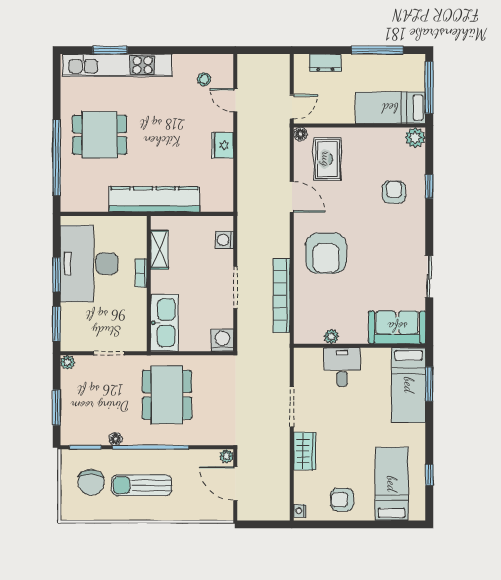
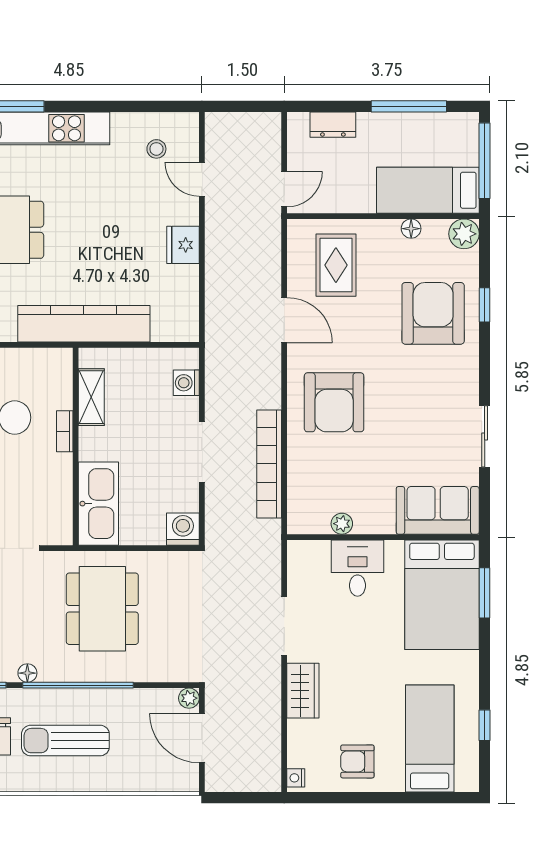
floor lamp: (300, 134) -> (411, 229), moved
armchair: (394, 192) -> (433, 313), width x1.88, depth x1.88
bed: (409, 385) -> (442, 595), width x1.50

